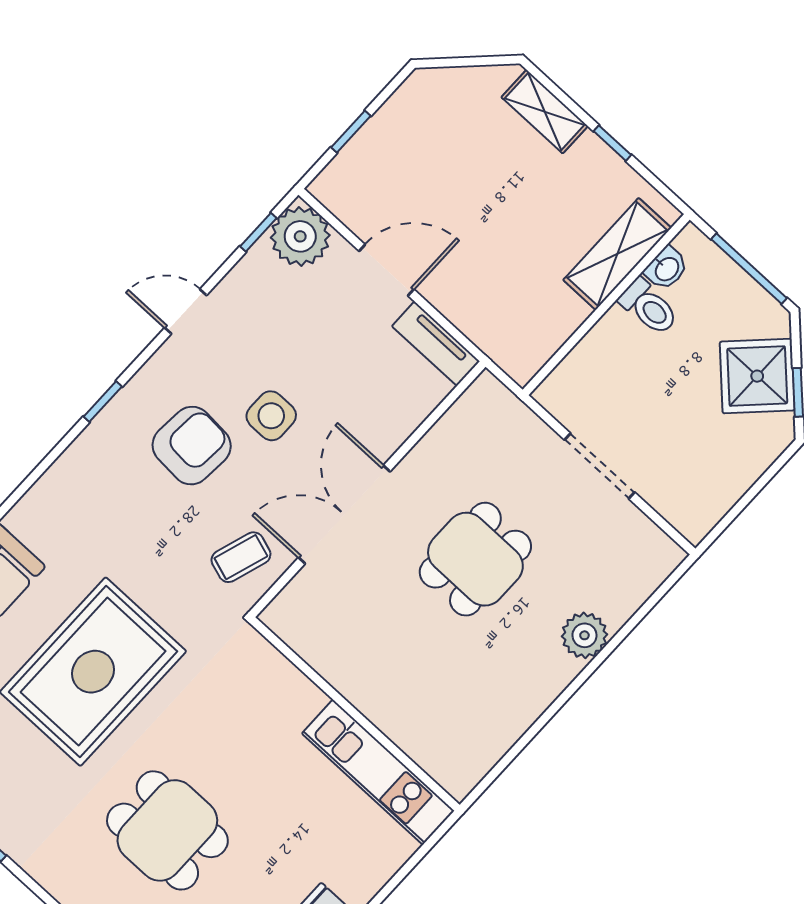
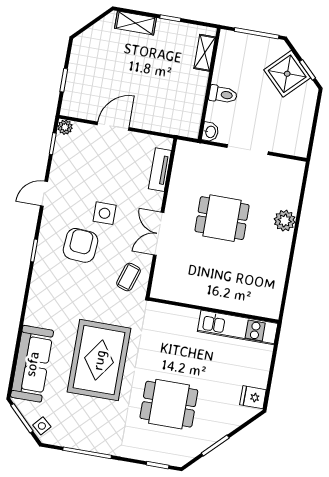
plant: (300, 236) -> (65, 127), width x0.53, depth x0.53
shelving: (617, 254) -> (205, 53), width x0.67, depth x0.75
washbasin: (666, 269) -> (210, 132), moved
toilet: (649, 307) -> (223, 94), moved
tv unit: (436, 344) -> (160, 170), moved, turned 90
double door: (344, 514) -> (159, 234), width x0.73
dining table: (475, 559) -> (222, 218), turned 90

